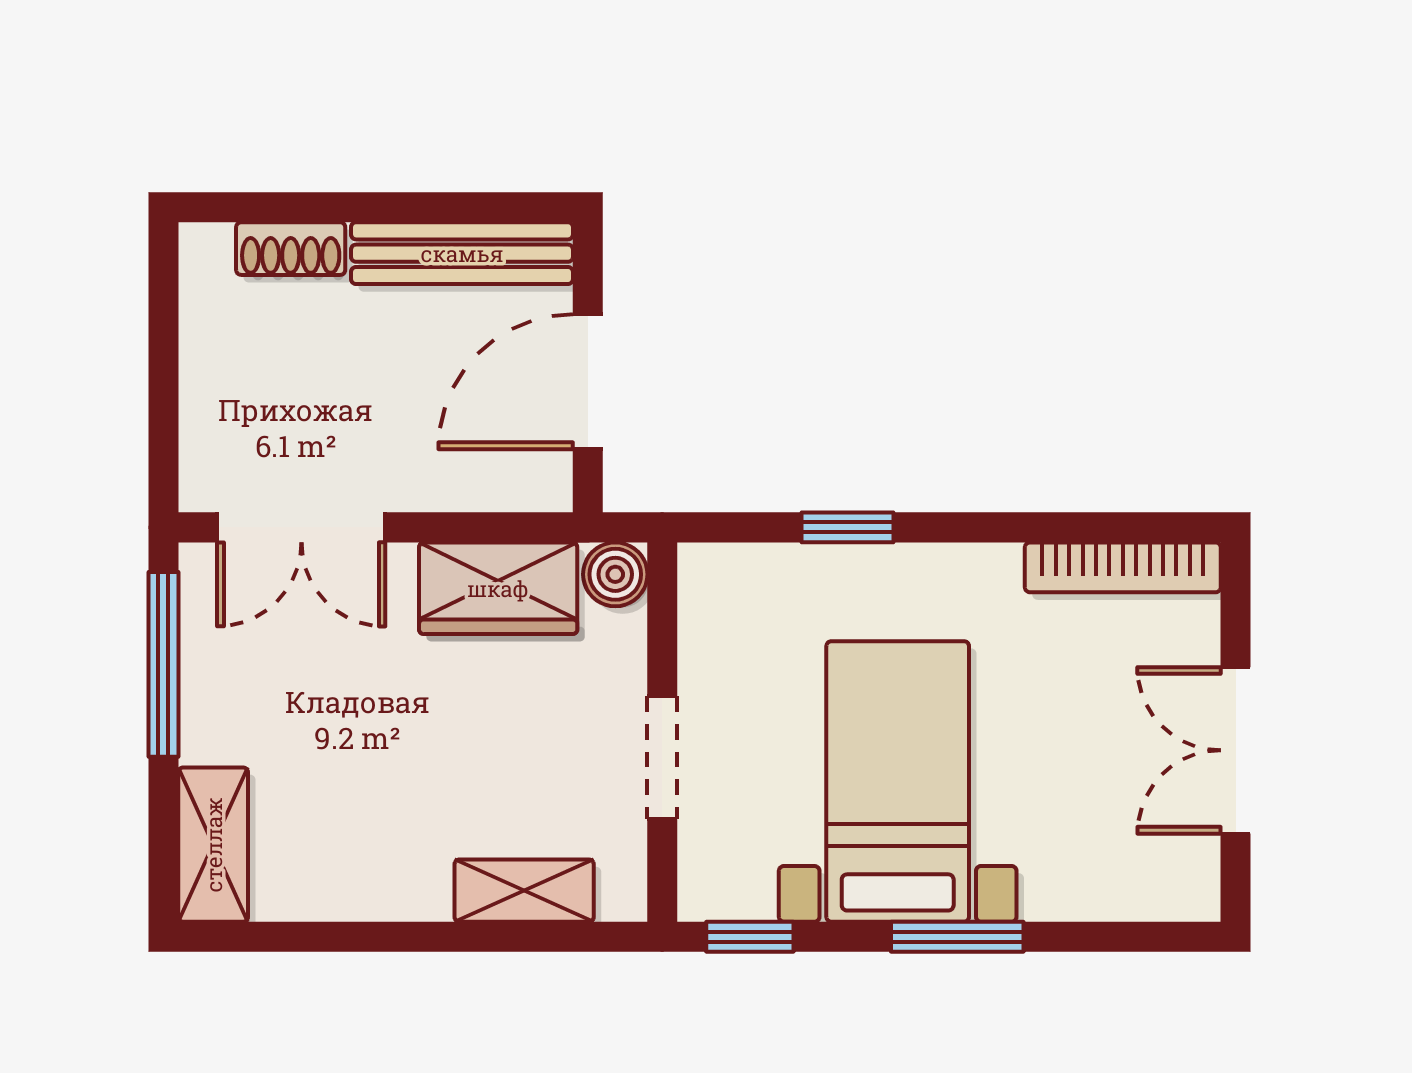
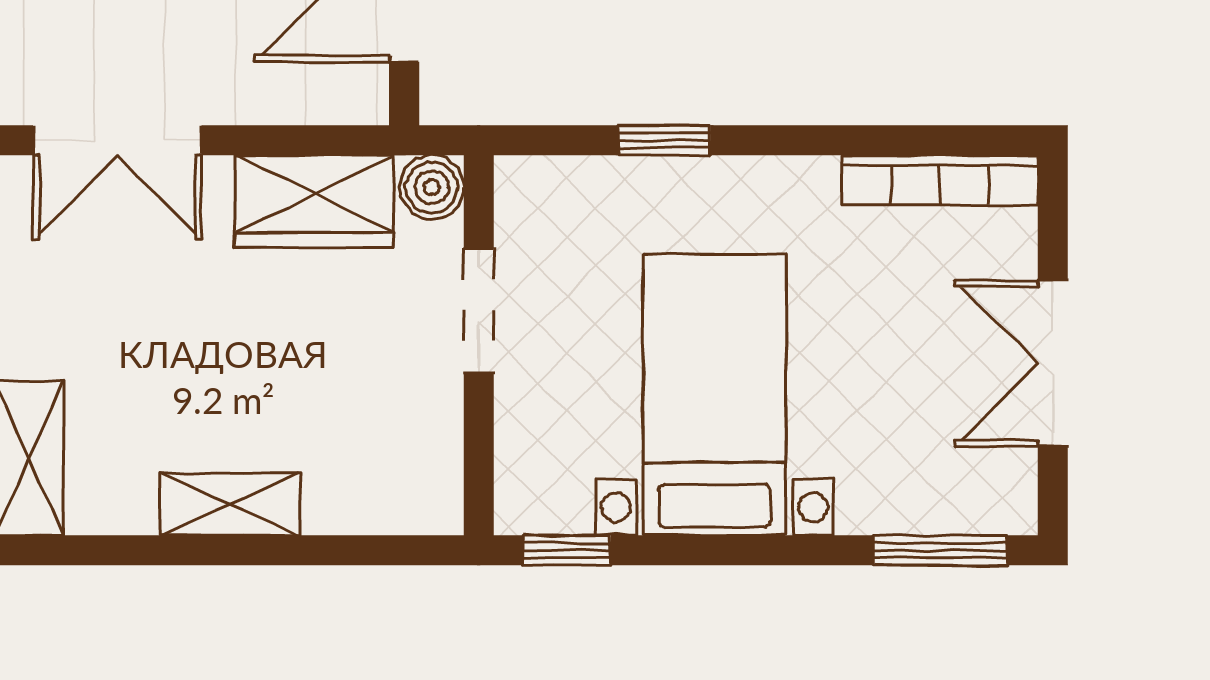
doorway: (662, 758) -> (479, 310), moved
shelving: (524, 891) -> (230, 504), moved
window: (957, 937) -> (940, 550), moved

